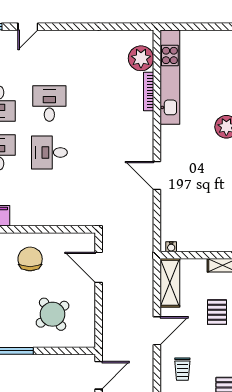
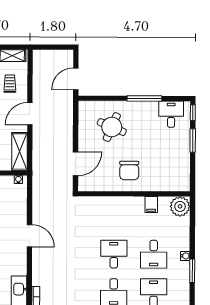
desk: (49, 152) -> (114, 254), turned -90
door: (99, 267) -> (76, 164), hinge flipped
round table: (53, 314) -> (112, 127), turned -31

